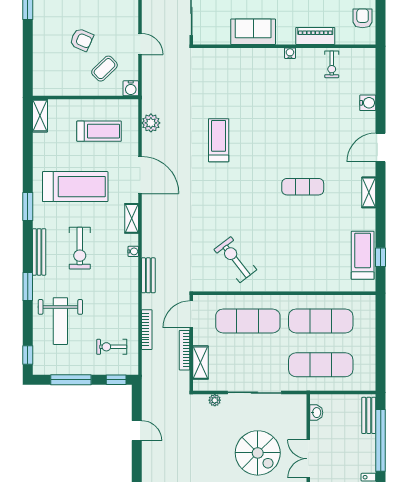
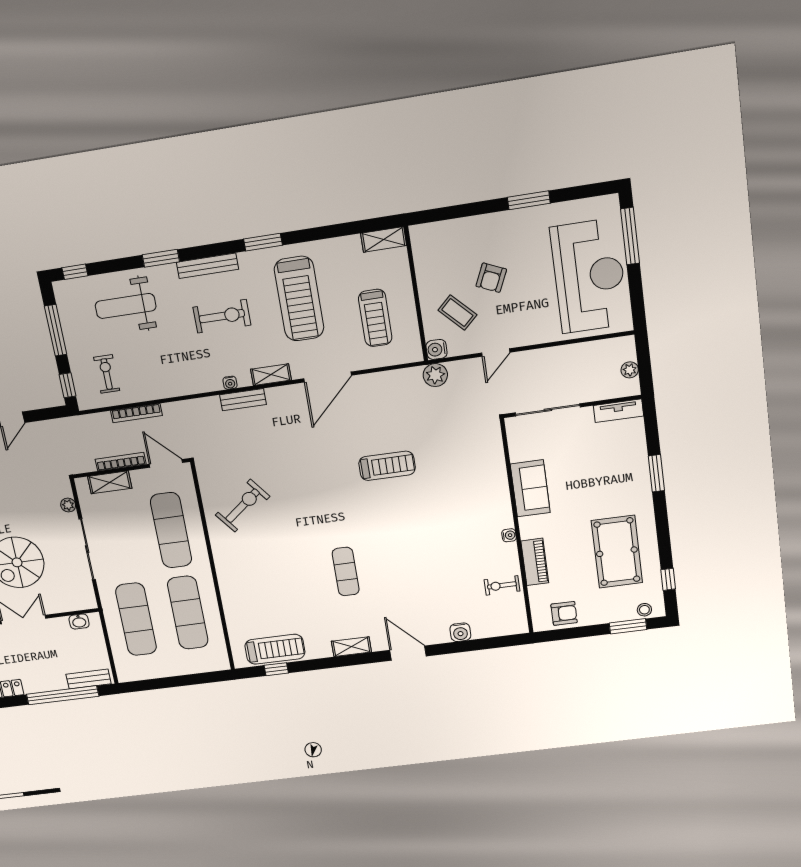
plant: (151, 123) -> (435, 375), moved
exercise bike: (80, 248) -> (222, 316), turned 180
bench: (148, 275) -> (243, 400), moved

